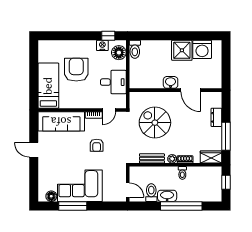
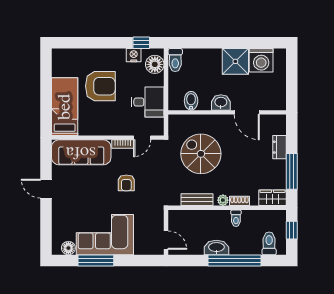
armchair: (76, 70) -> (100, 86), turned 90
bidet: (147, 81) -> (191, 101), added
toilet: (151, 193) -> (269, 243), moved

